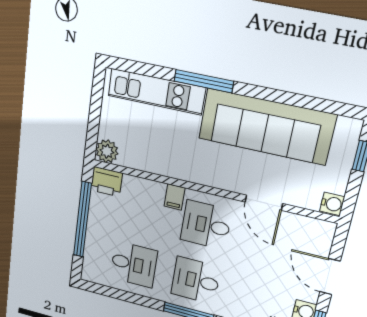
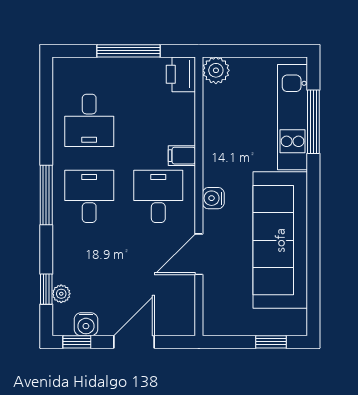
window: (204, 81) -> (313, 122), moved
water cooler: (332, 204) -> (213, 198), moved, turned 90
window: (82, 220) -> (128, 51), width x0.68

